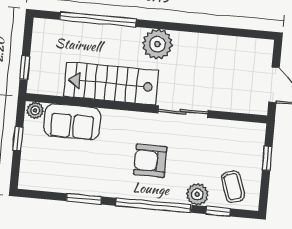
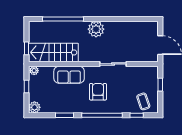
stairs: (111, 83) -> (53, 52), moved
sofa: (72, 122) -> (69, 75), moved
armchair: (150, 161) -> (98, 92), turned 90
plant: (197, 194) -> (34, 107), moved

